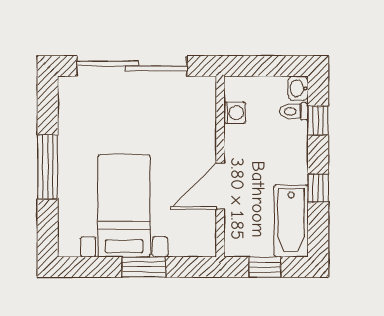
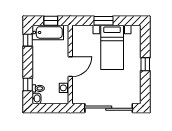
window: (48, 167) -> (145, 64), width x0.46
door: (220, 186) -> (70, 67), moved
window: (318, 188) -> (28, 40), moved
bathtub: (291, 221) -> (48, 32), moved, turned 90

